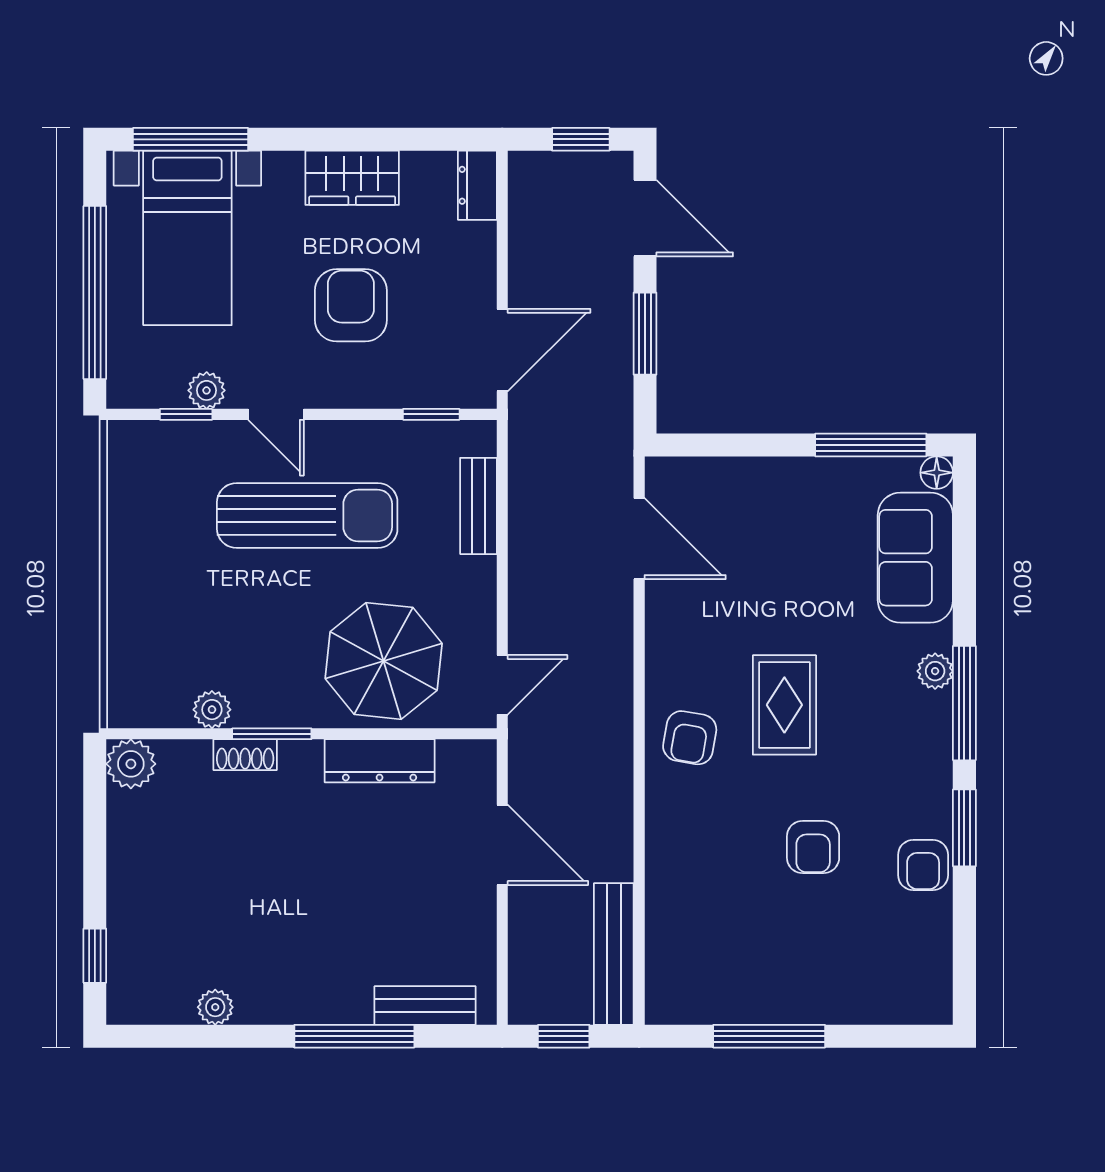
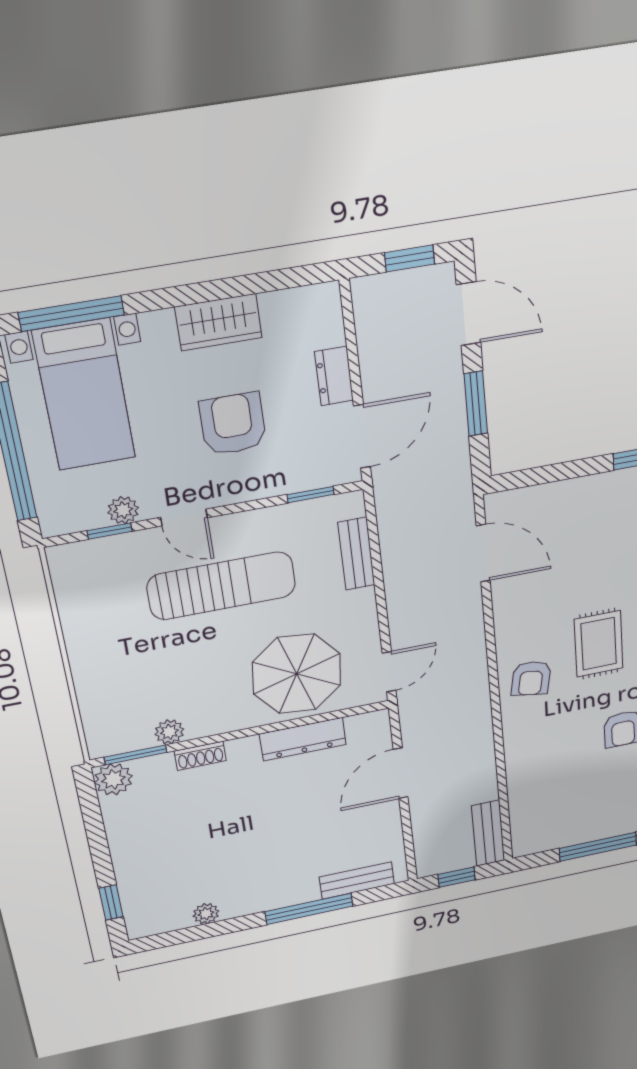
dresser: (477, 185) -> (334, 376), moved
window: (272, 734) -> (135, 755), moved
door: (502, 845) -> (401, 773), swing flipped
bench: (614, 954) -> (488, 833), width x0.73

